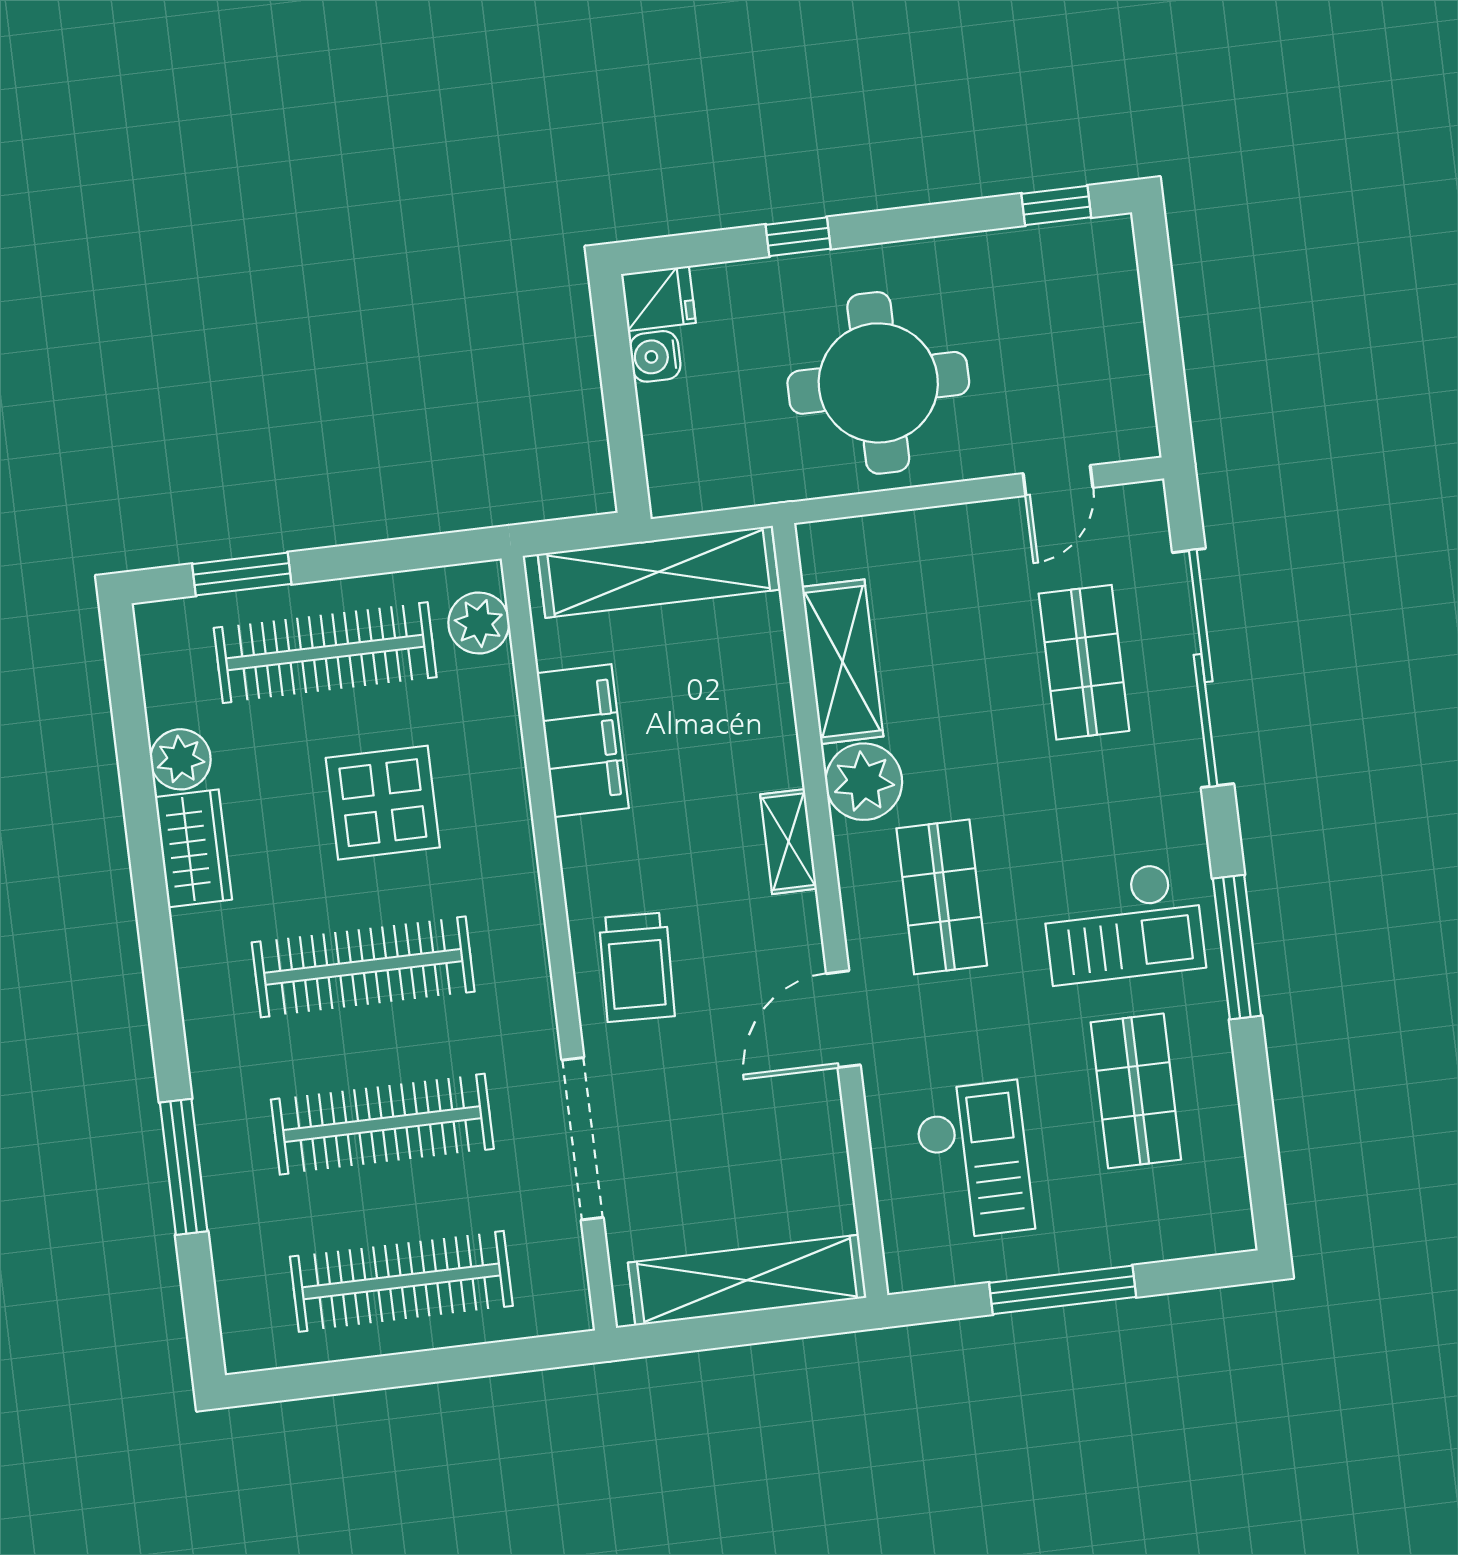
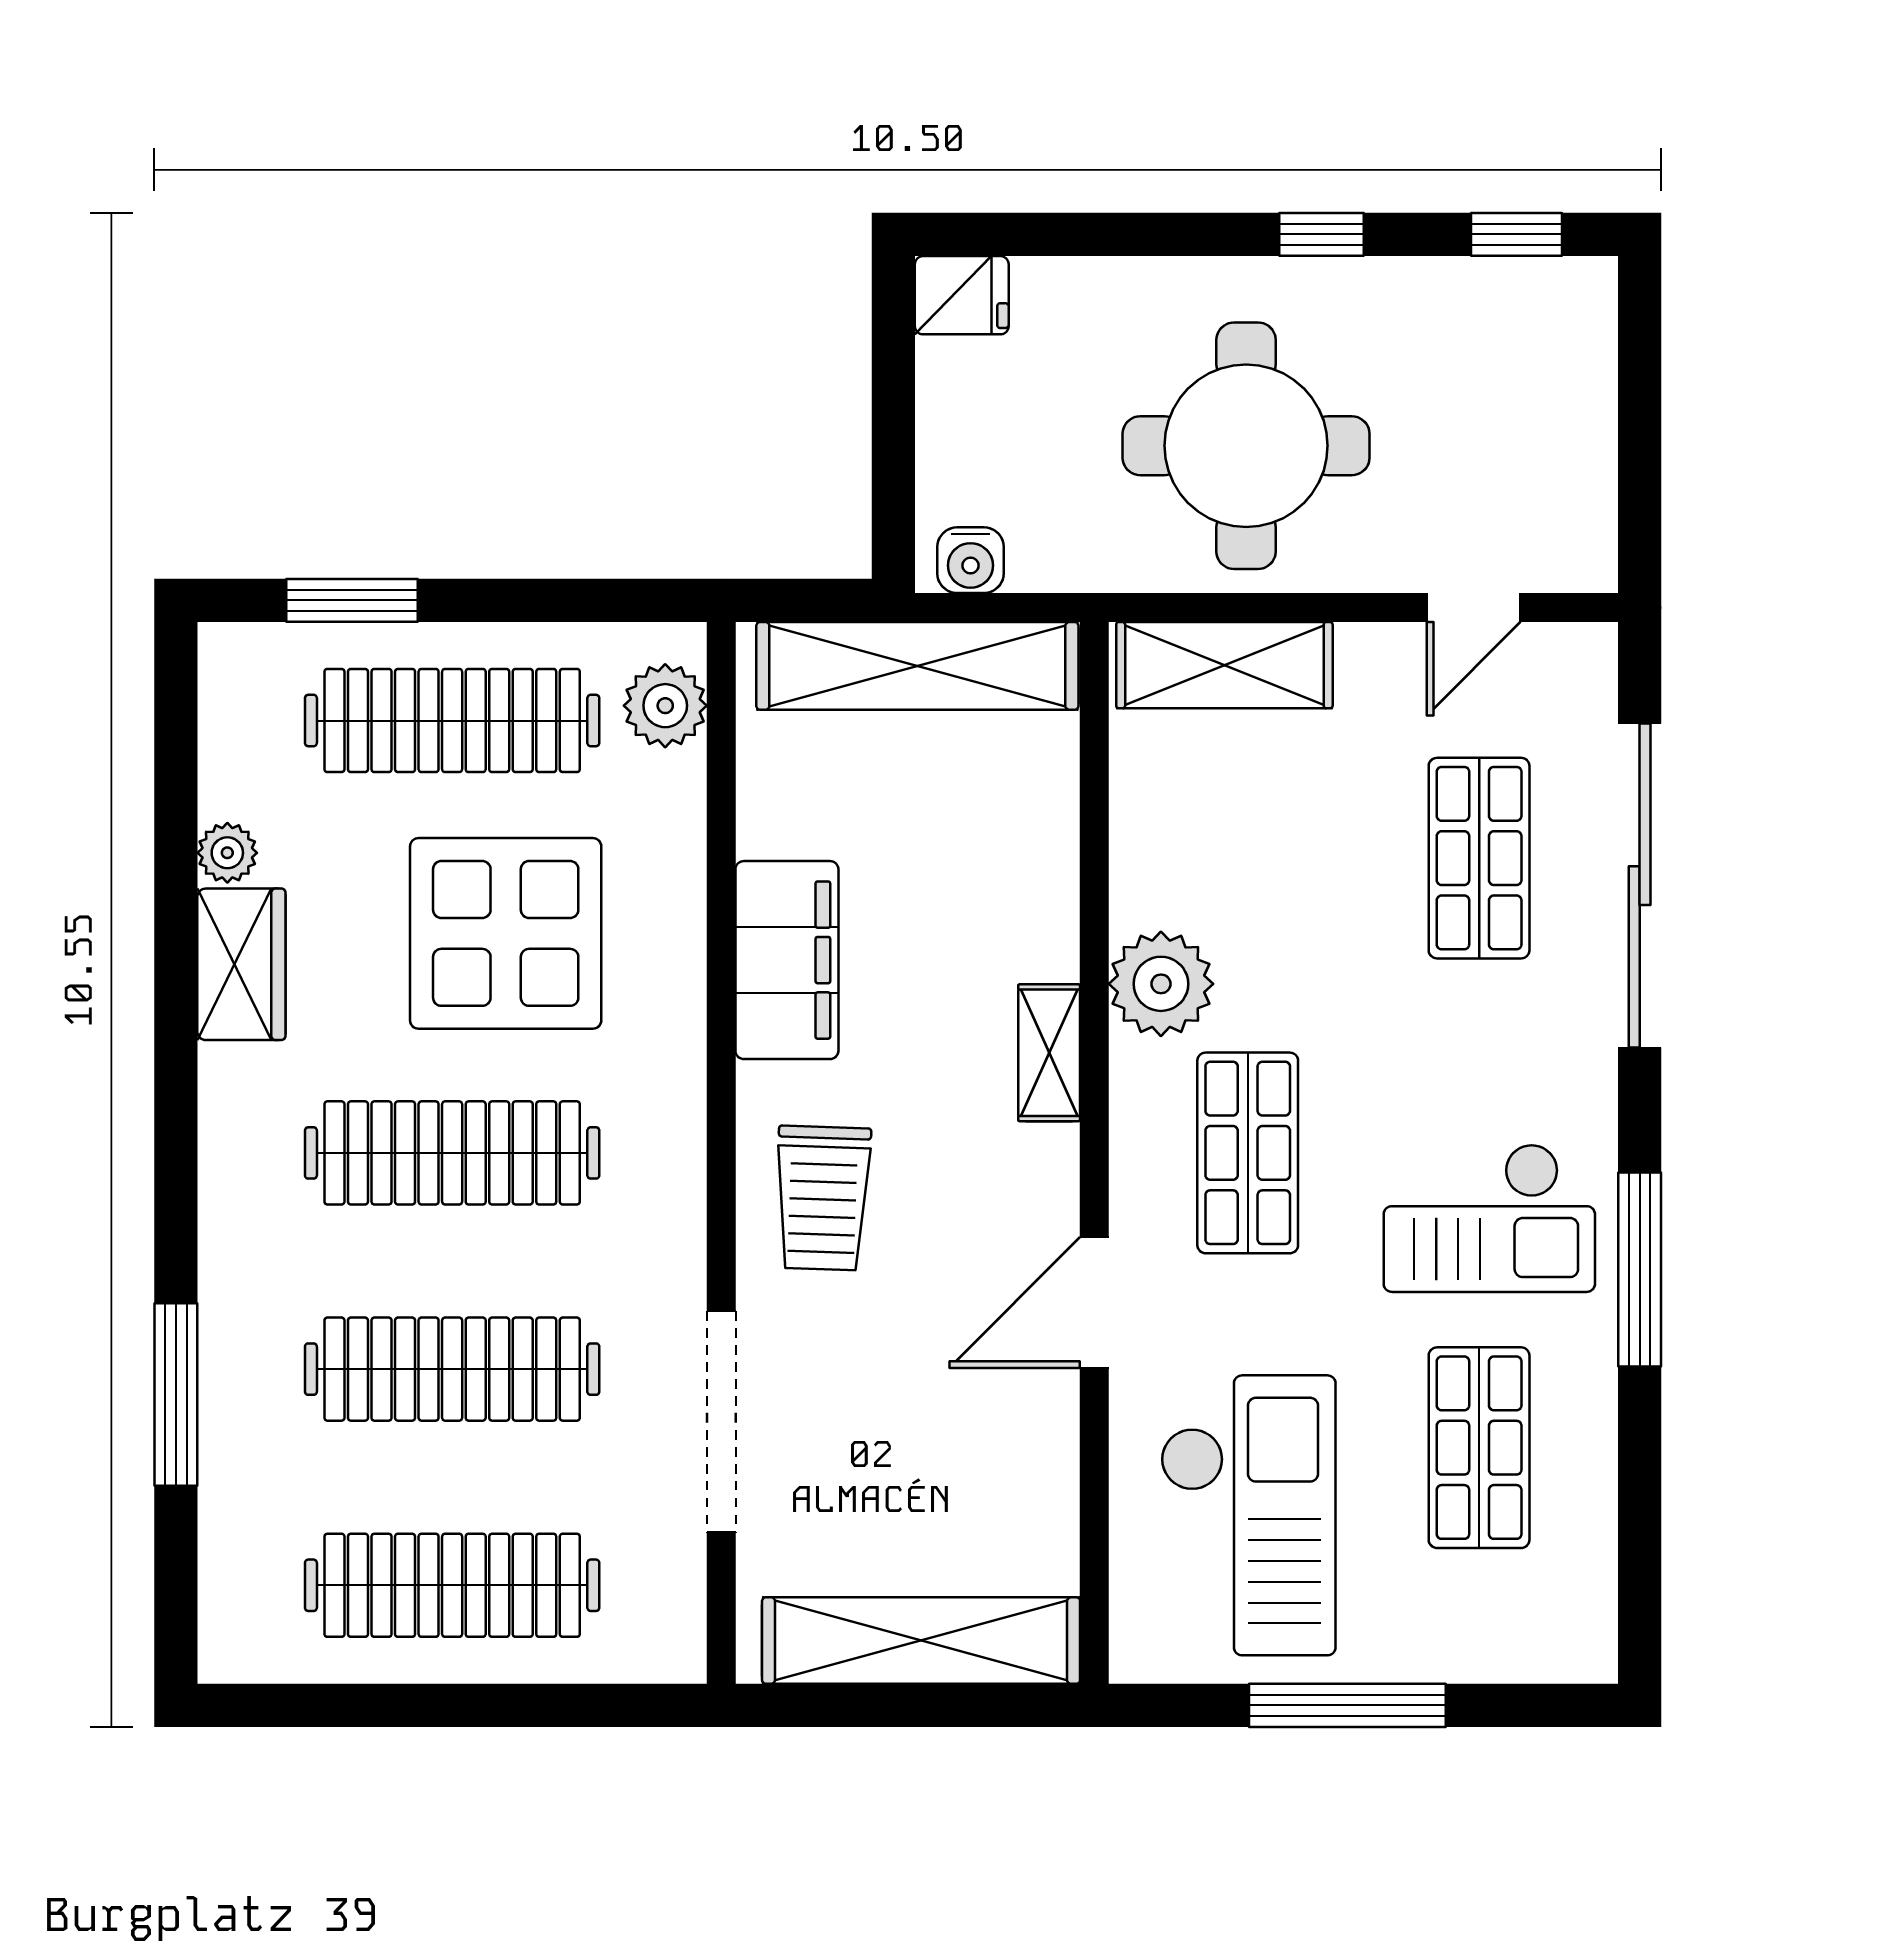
window: (798, 237) -> (1321, 234), moved
water cooler: (655, 356) -> (971, 560), moved, turned -90
shelving: (843, 662) -> (1224, 665), moved, turned 90
filing cabinet: (583, 741) -> (787, 960), moved
plant: (181, 759) -> (227, 853), width x0.73, depth x0.73
display table: (383, 803) -> (506, 933), width x1.36, depth x1.36
checkout: (974, 1160) -> (1248, 1515), width x1.36, depth x1.21

